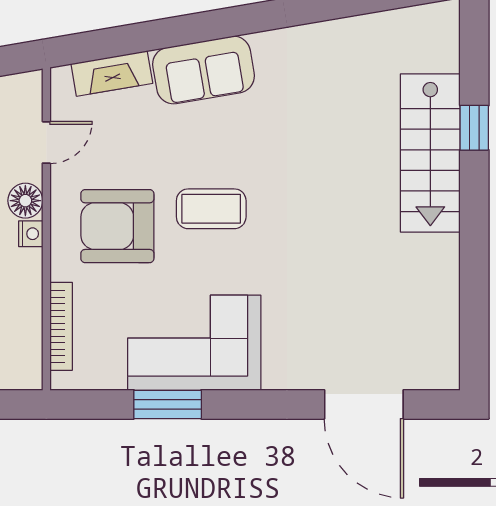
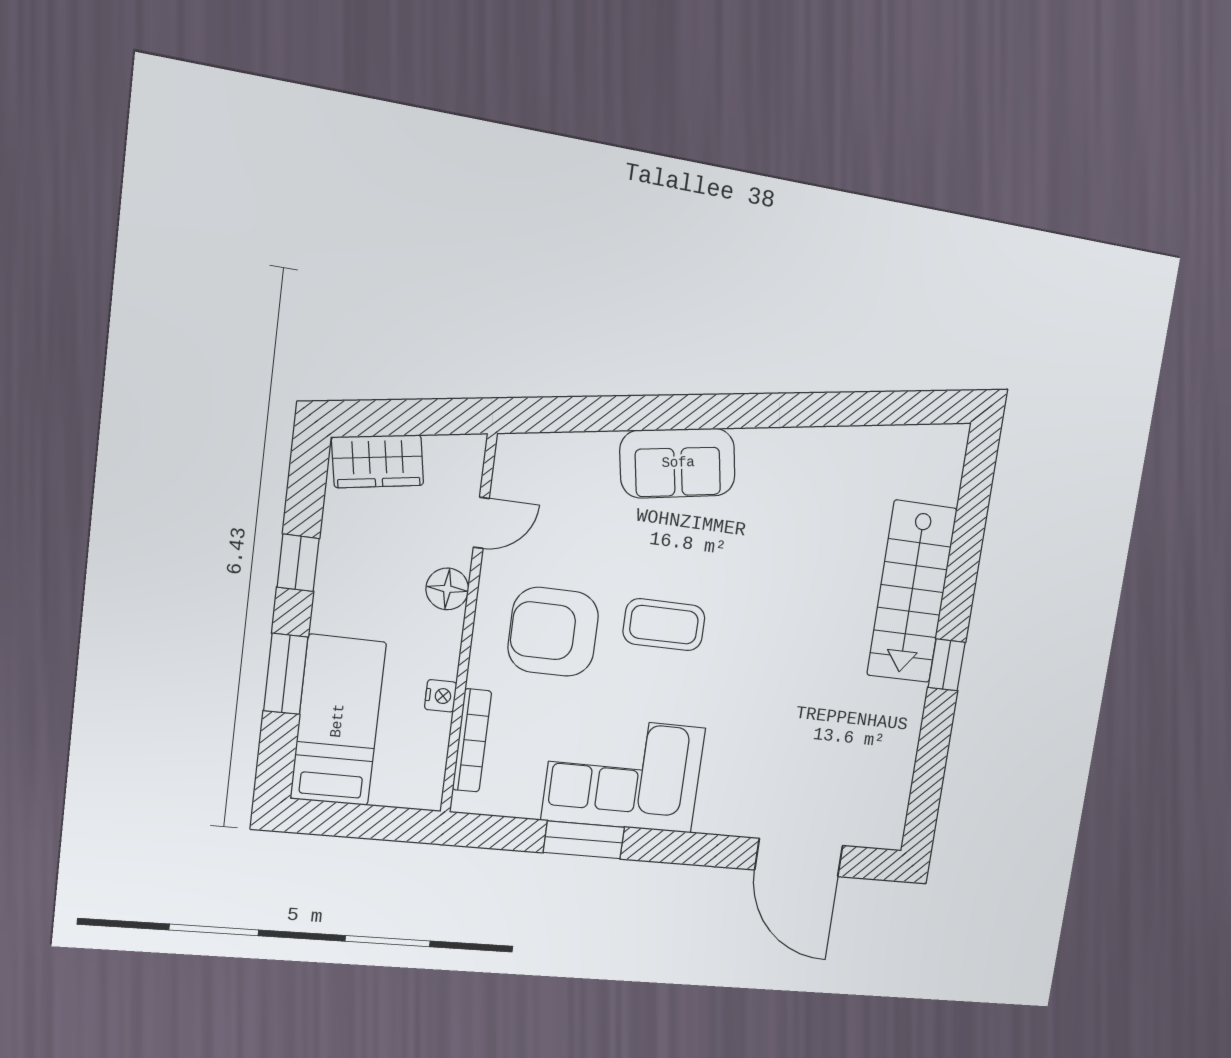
fireplace: (112, 73) -> (570, 452), removed
window: (474, 128) -> (947, 665), moved
nightstand: (31, 234) -> (441, 696), moved

